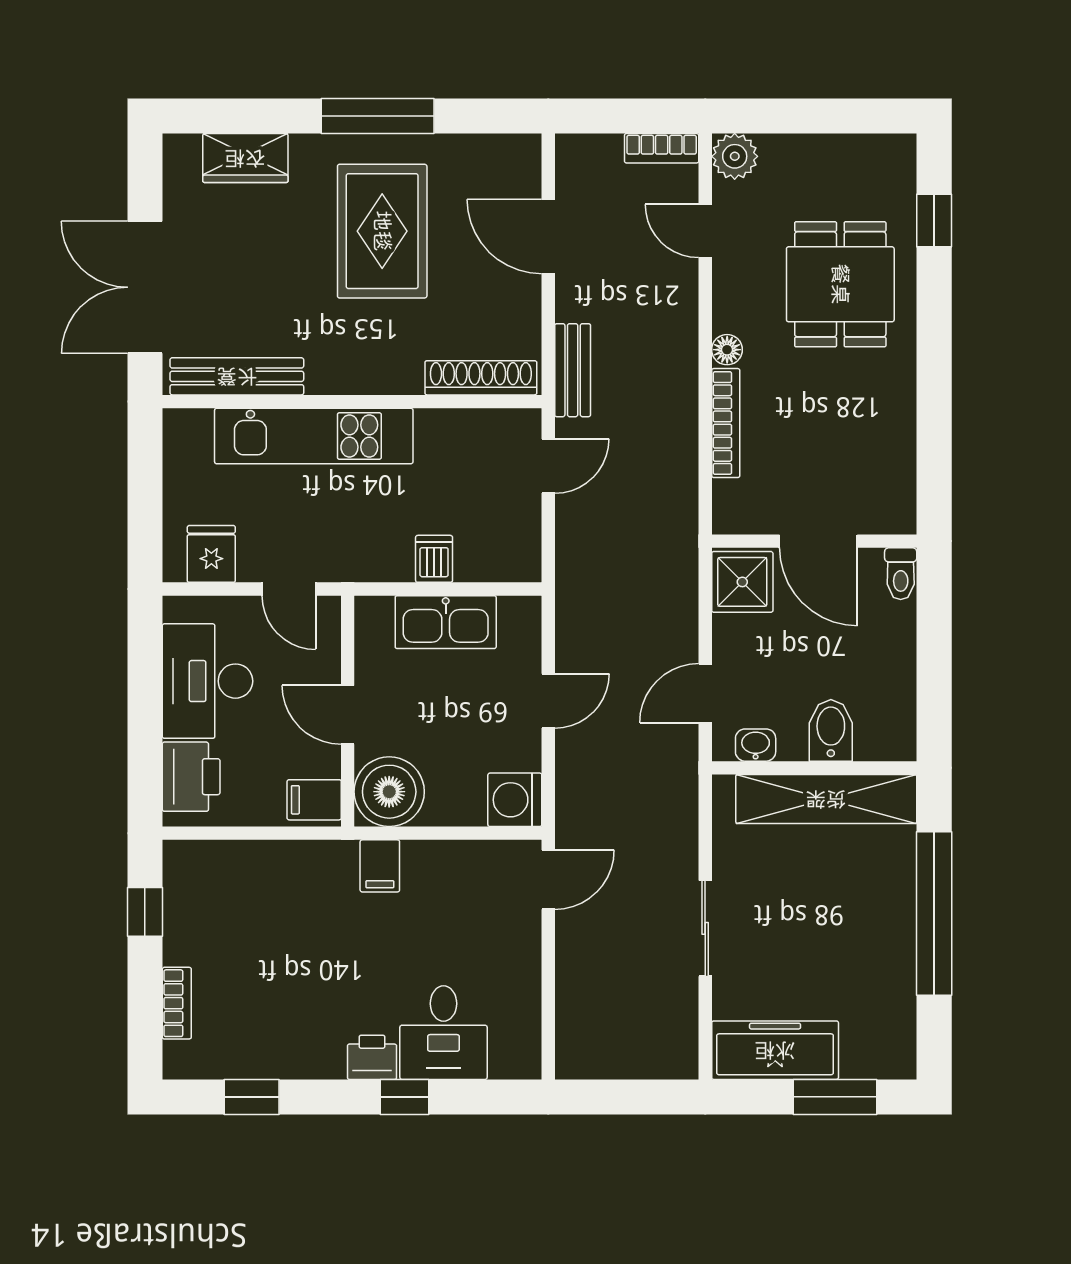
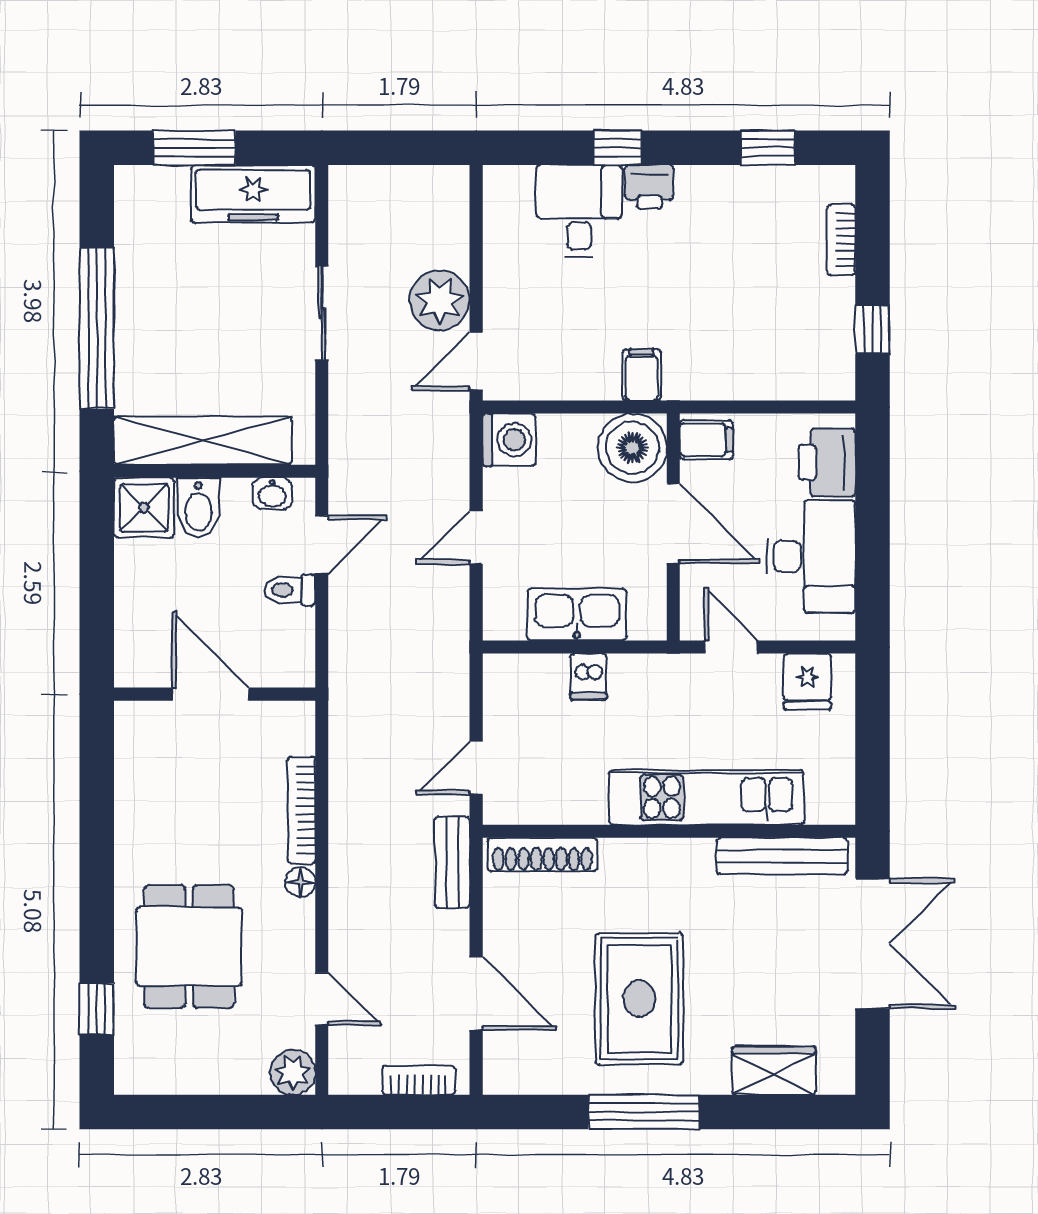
bookcase: (662, 148) -> (419, 1080), moved
toilet: (901, 574) -> (290, 590), moved, turned -90
shower: (742, 582) -> (144, 508), moved
door: (348, 715) -> (673, 523), width x1.38
plant: (585, 942) -> (440, 300), added

